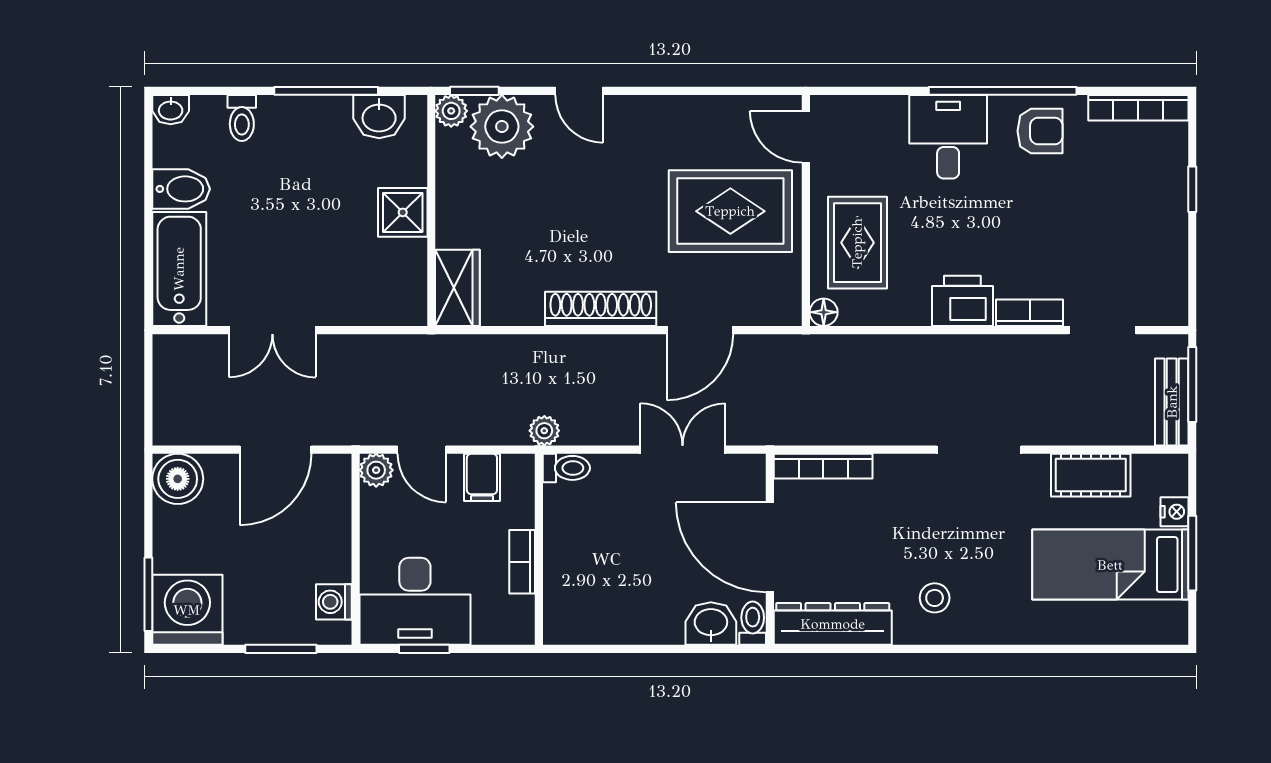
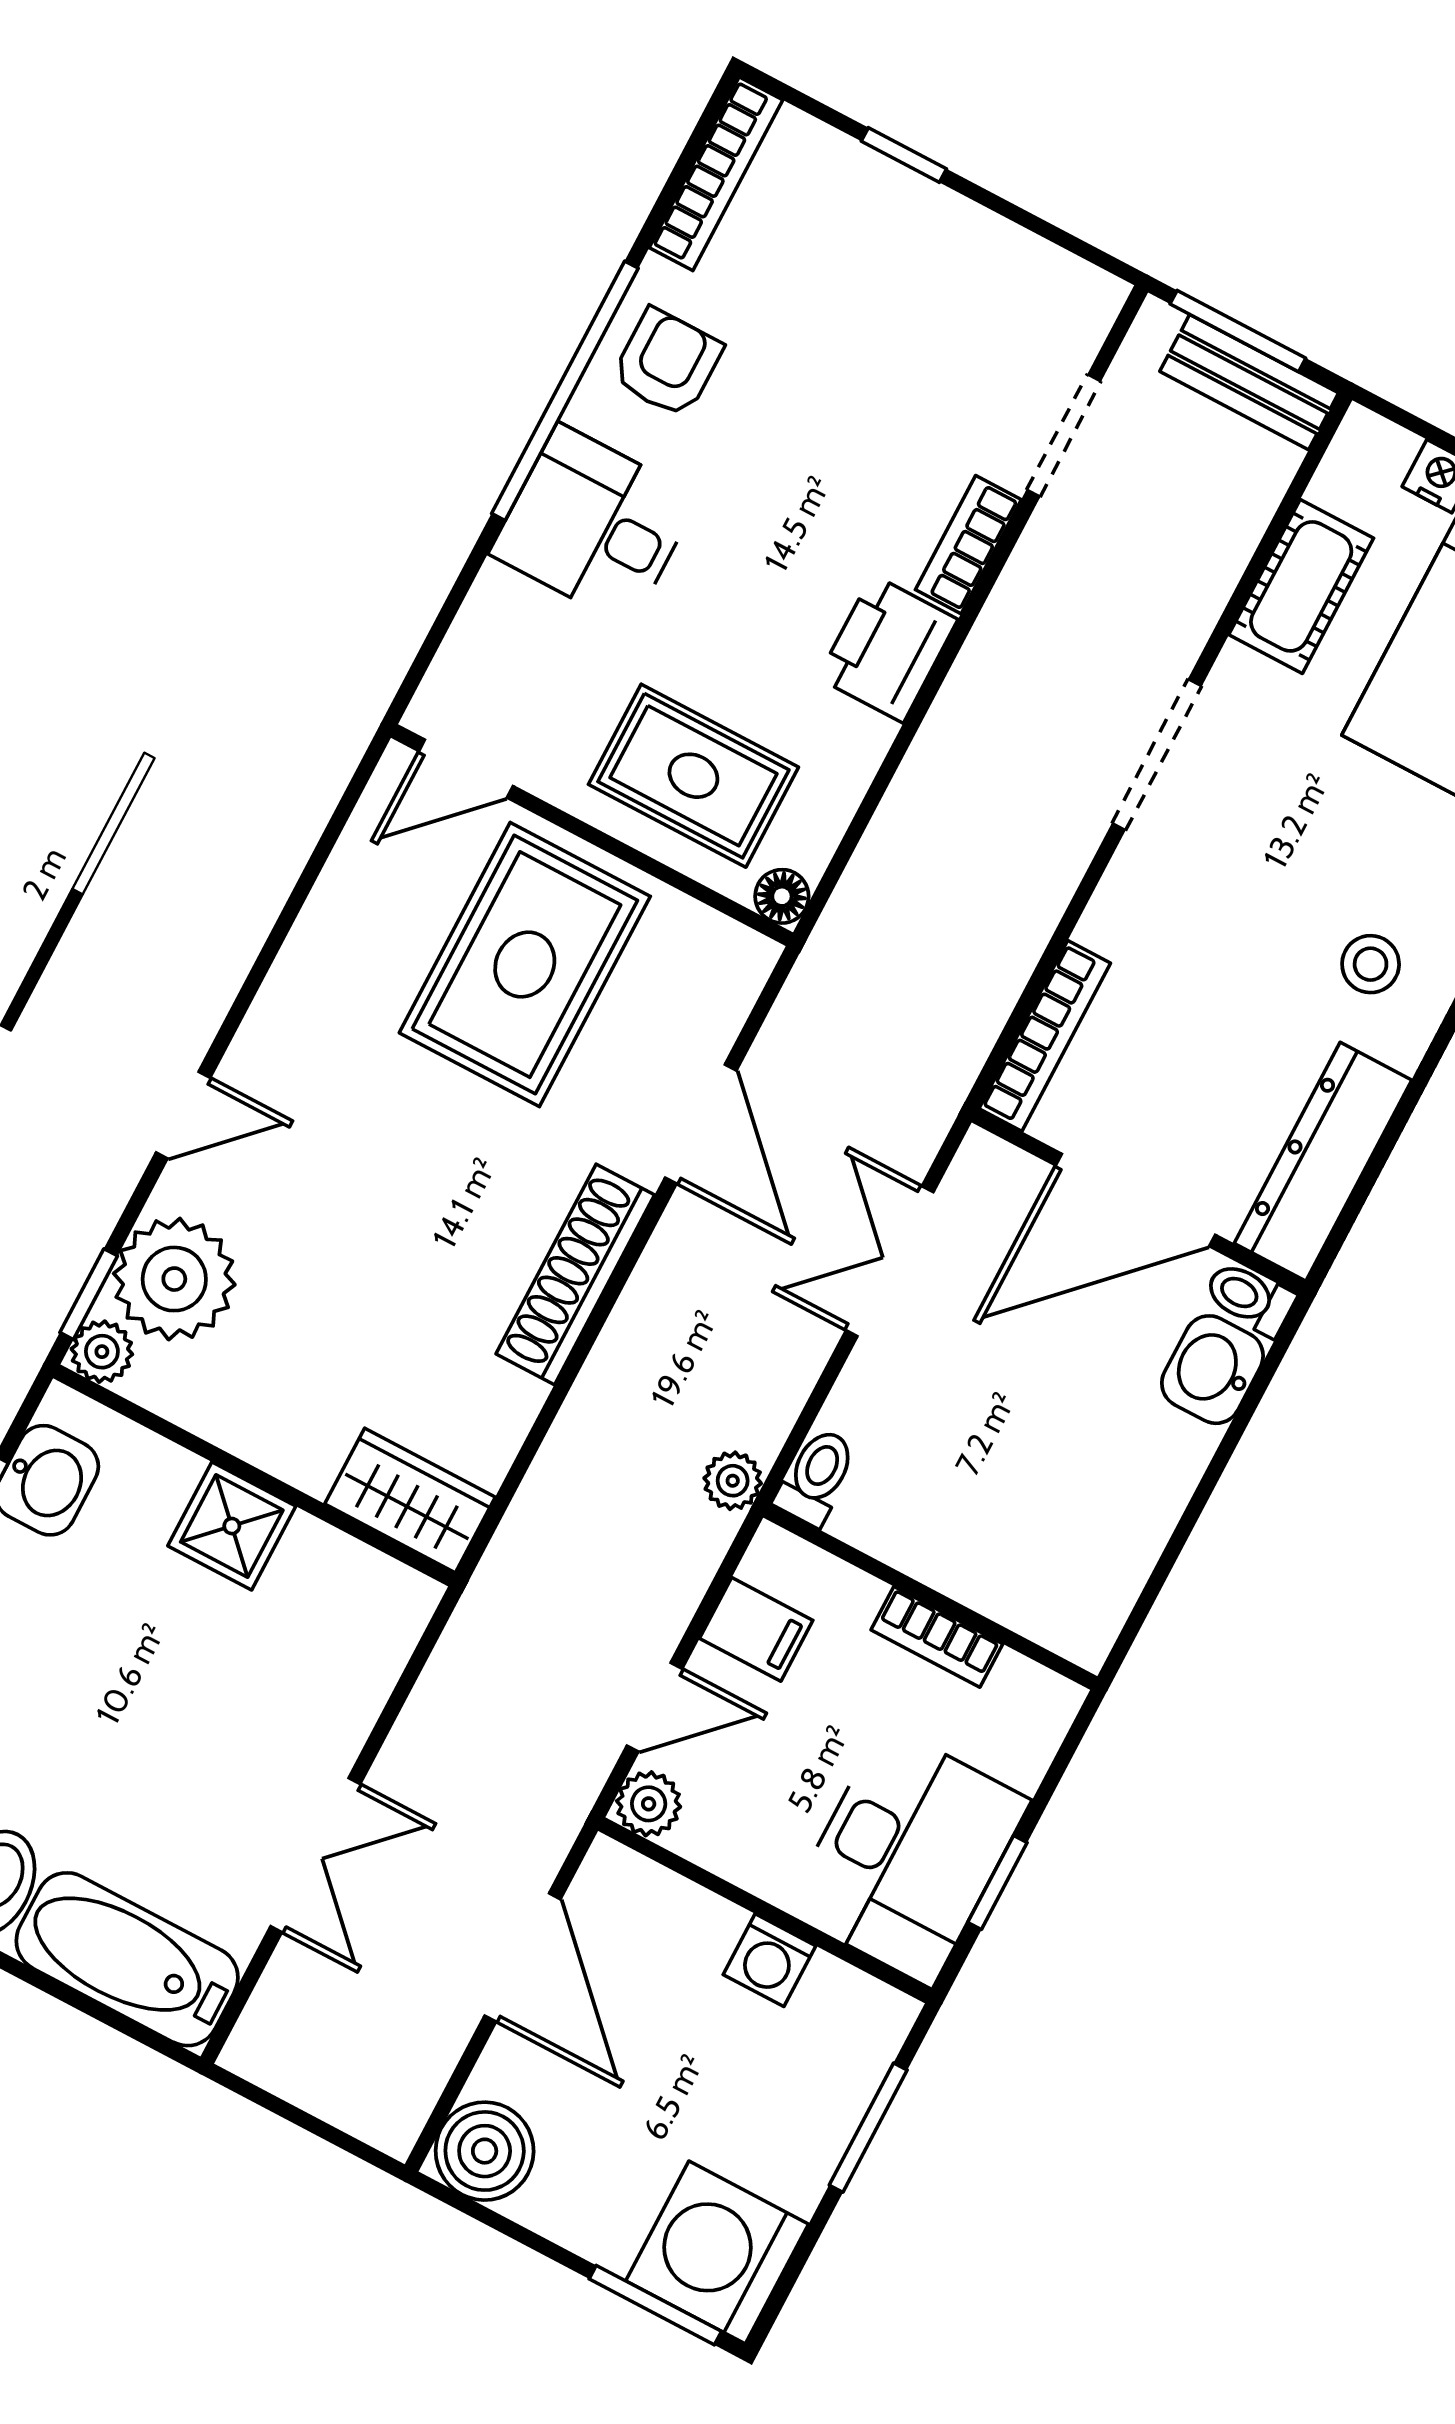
washing machine: (334, 602) -> (770, 1960), moved

